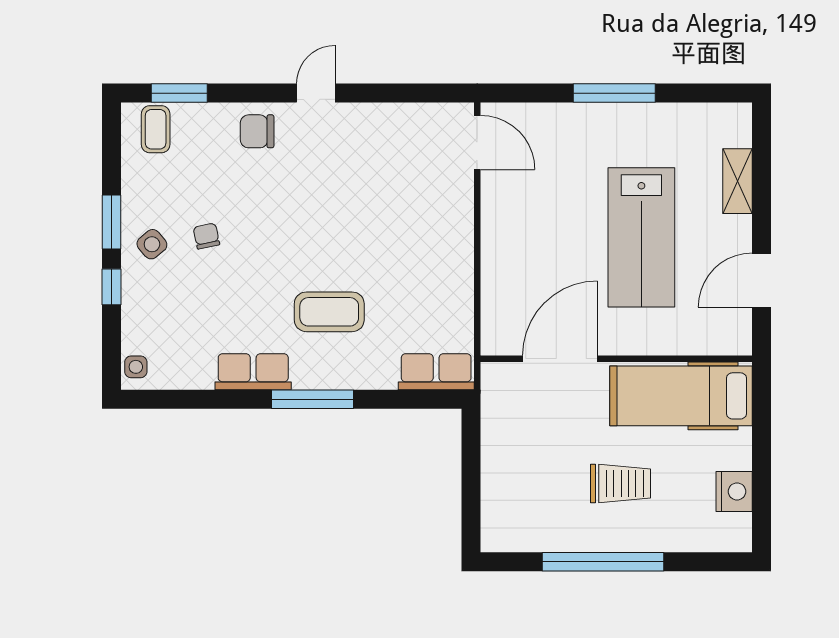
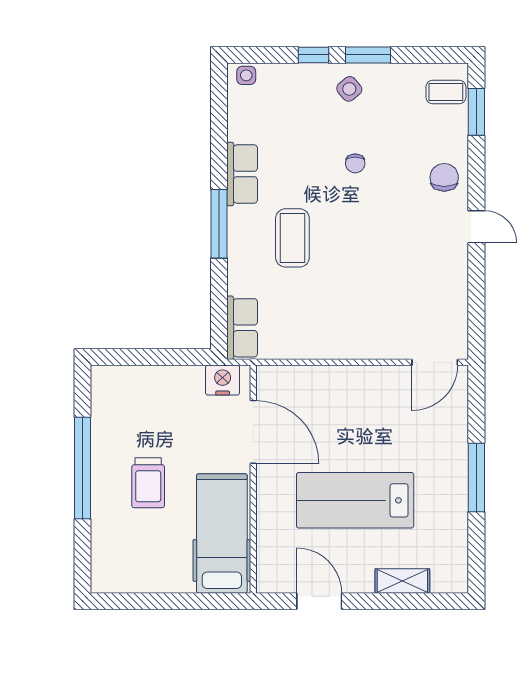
chair: (206, 236) -> (355, 163), moved, turned 102
nightstand: (734, 491) -> (223, 380), moved, turned 180

